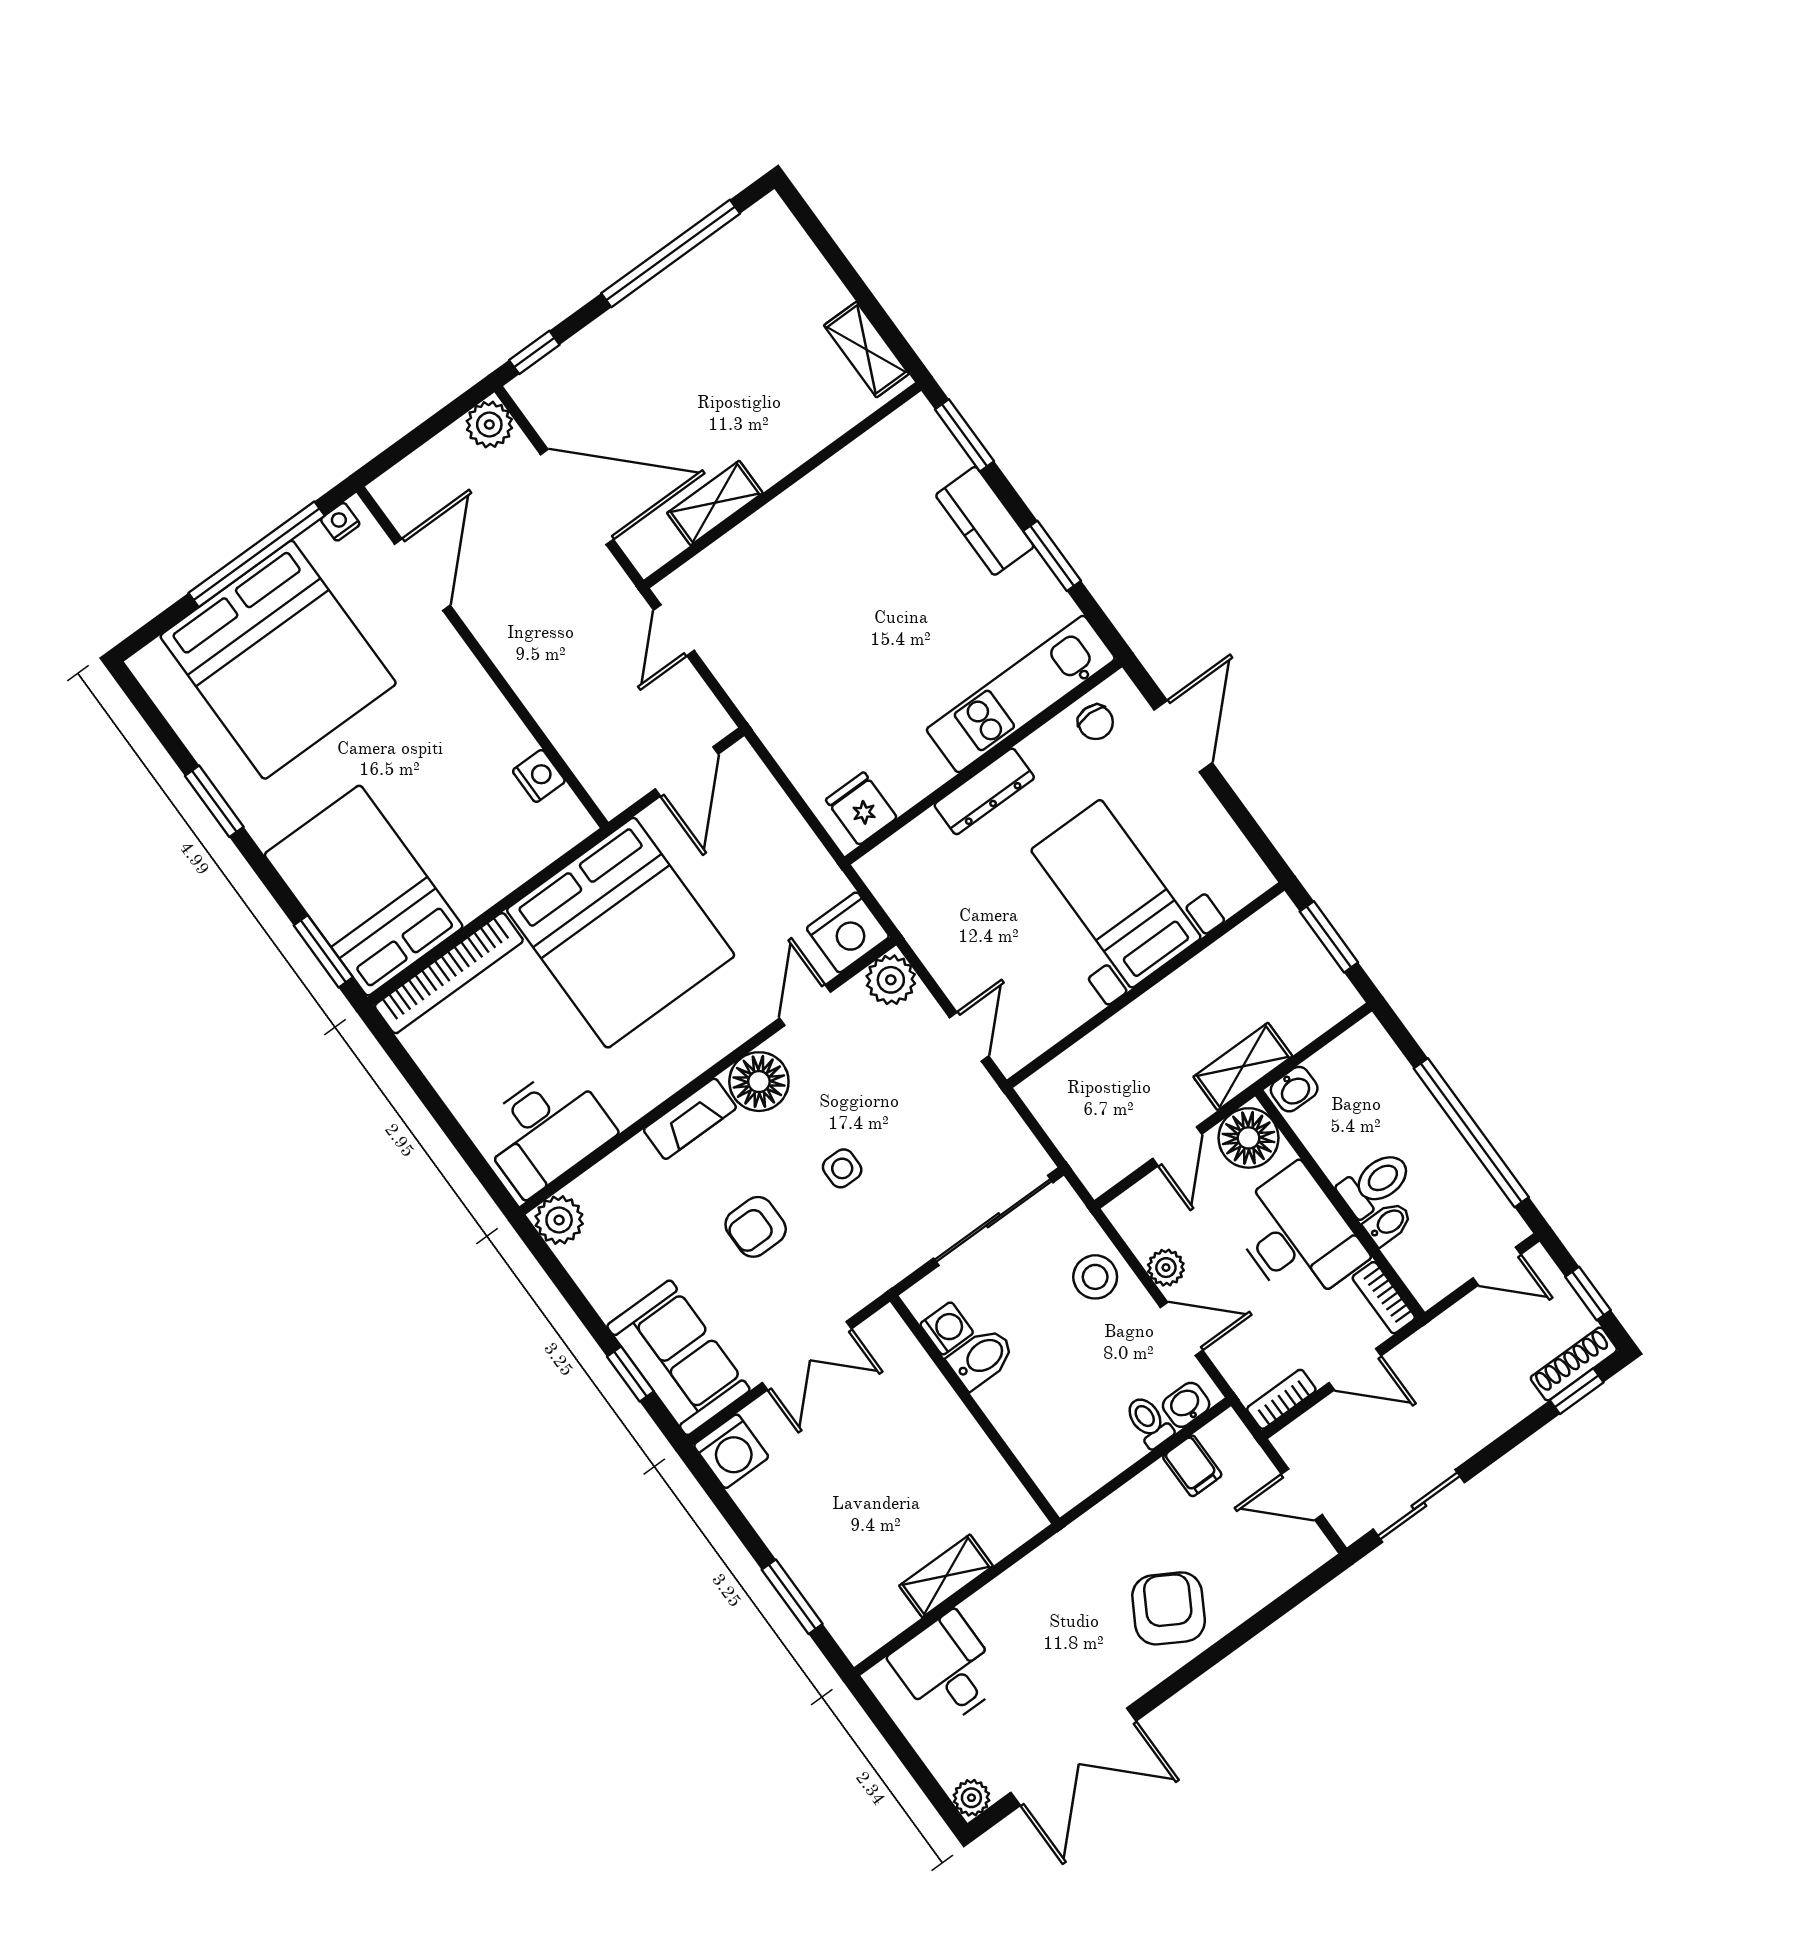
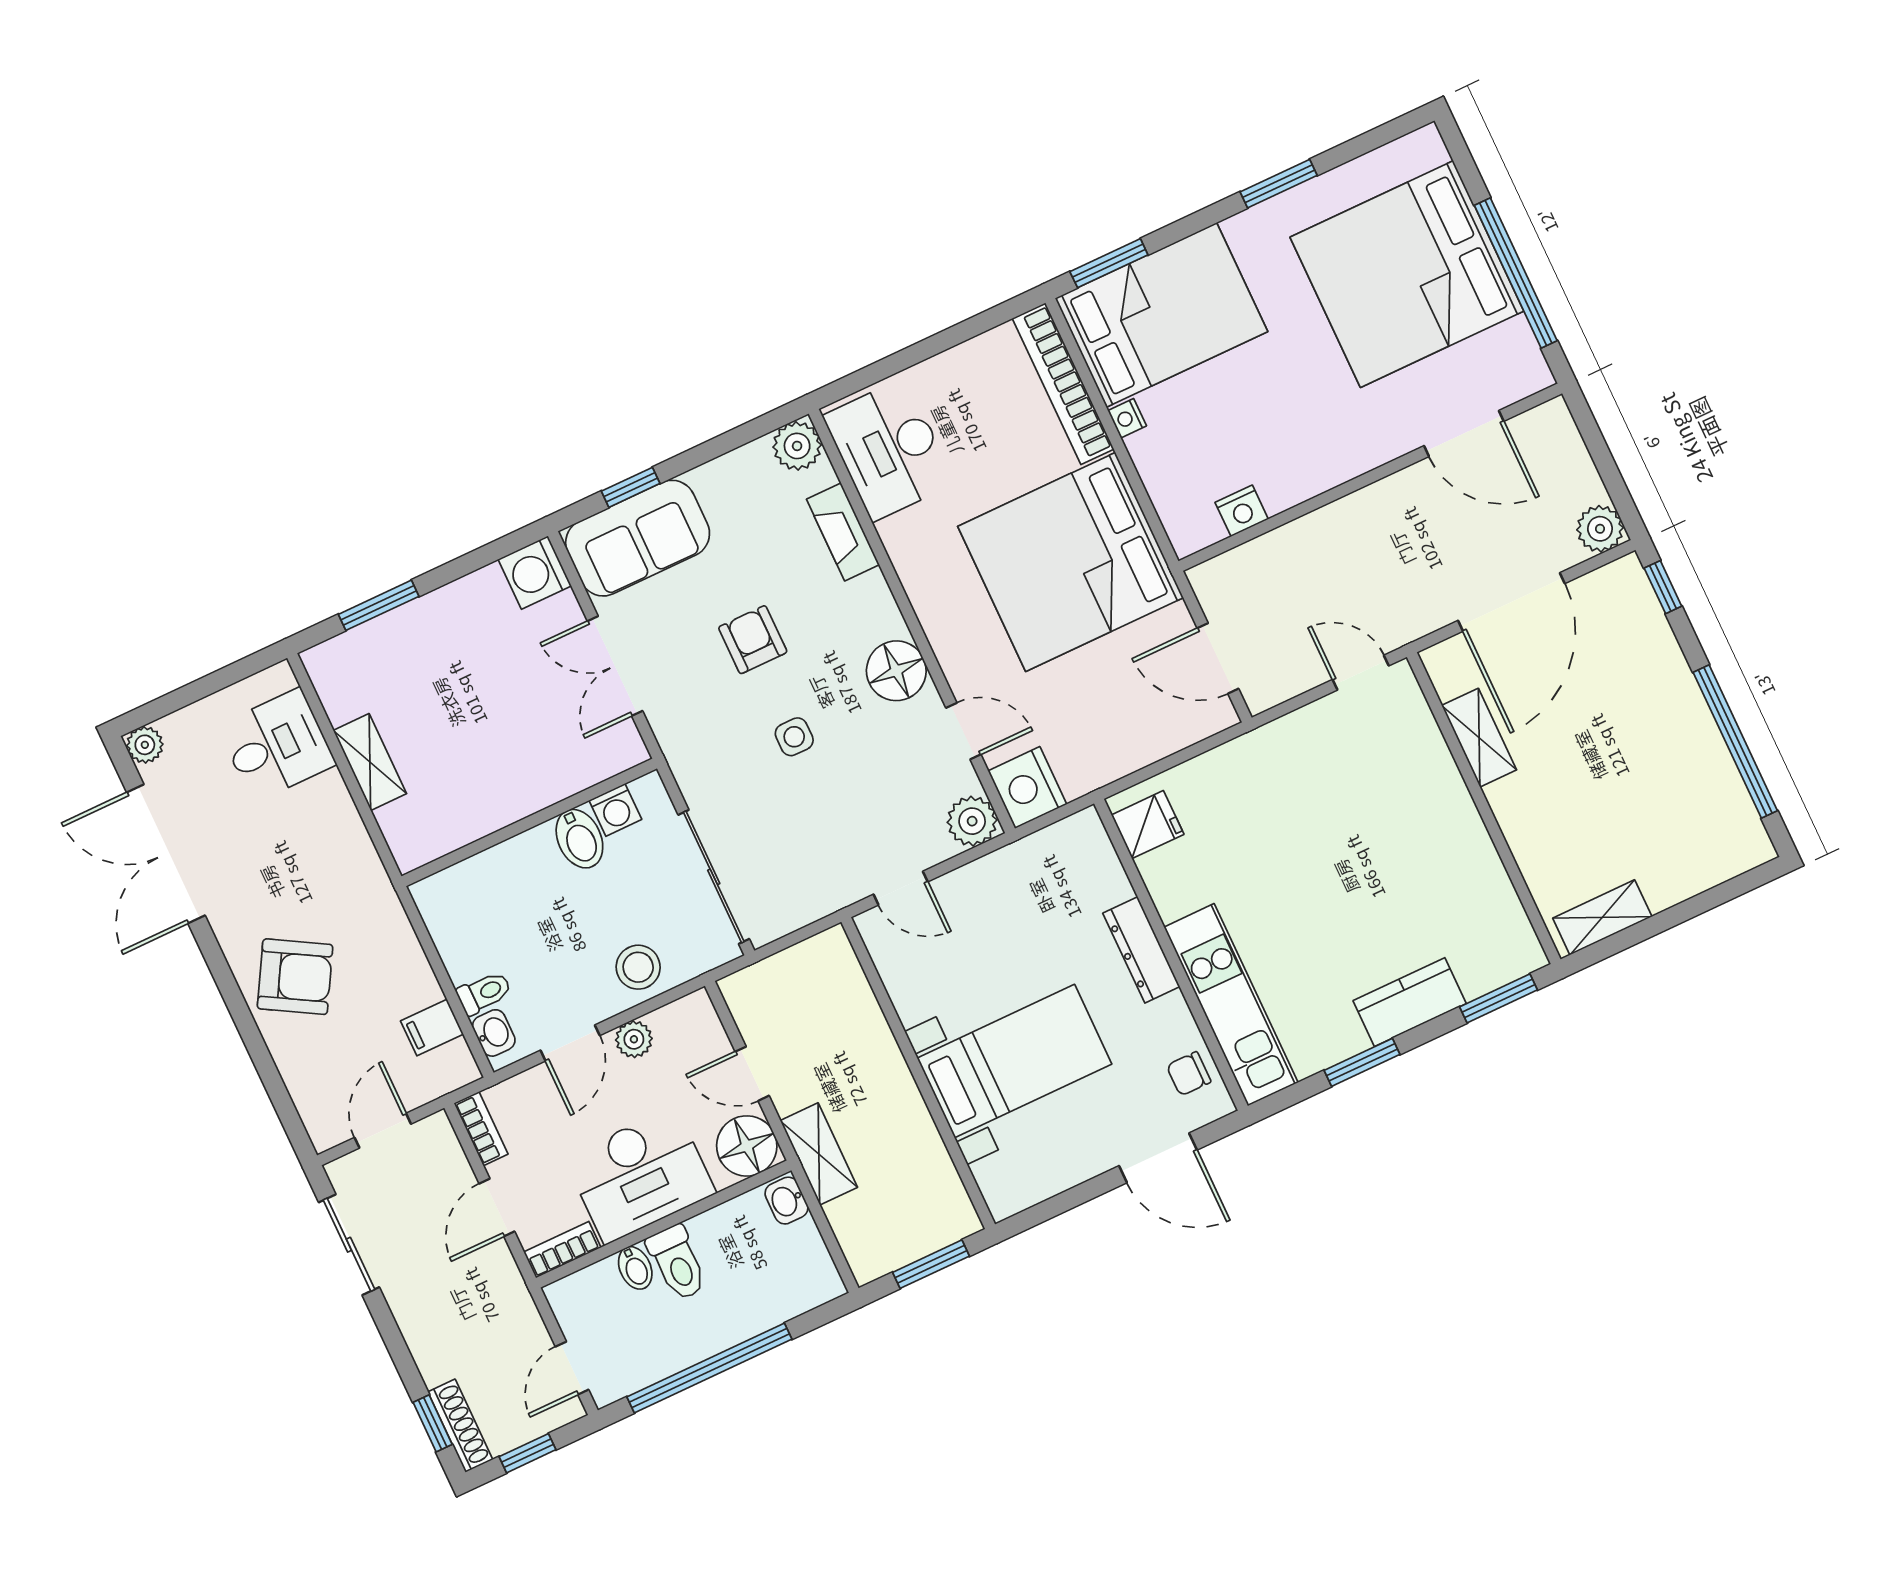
nightstand: (340, 522) -> (1127, 418), moved, turned 180
fireplace: (690, 1119) -> (843, 532), moved

